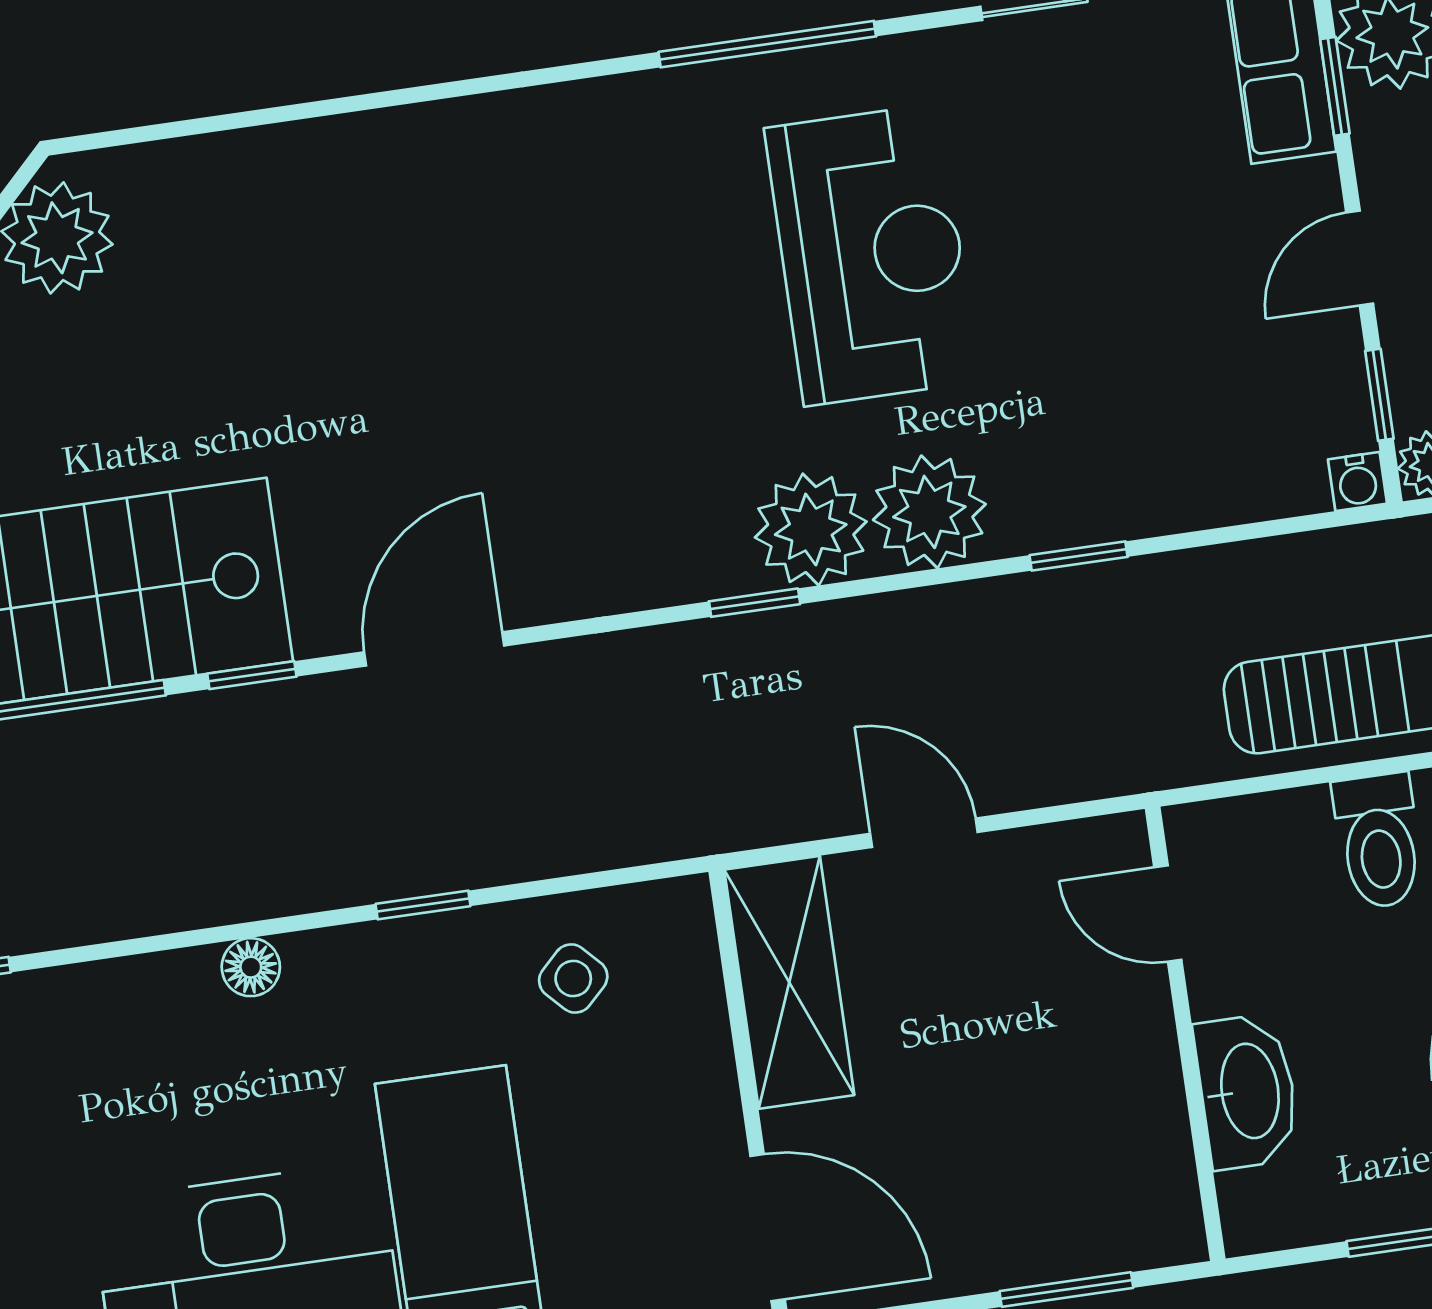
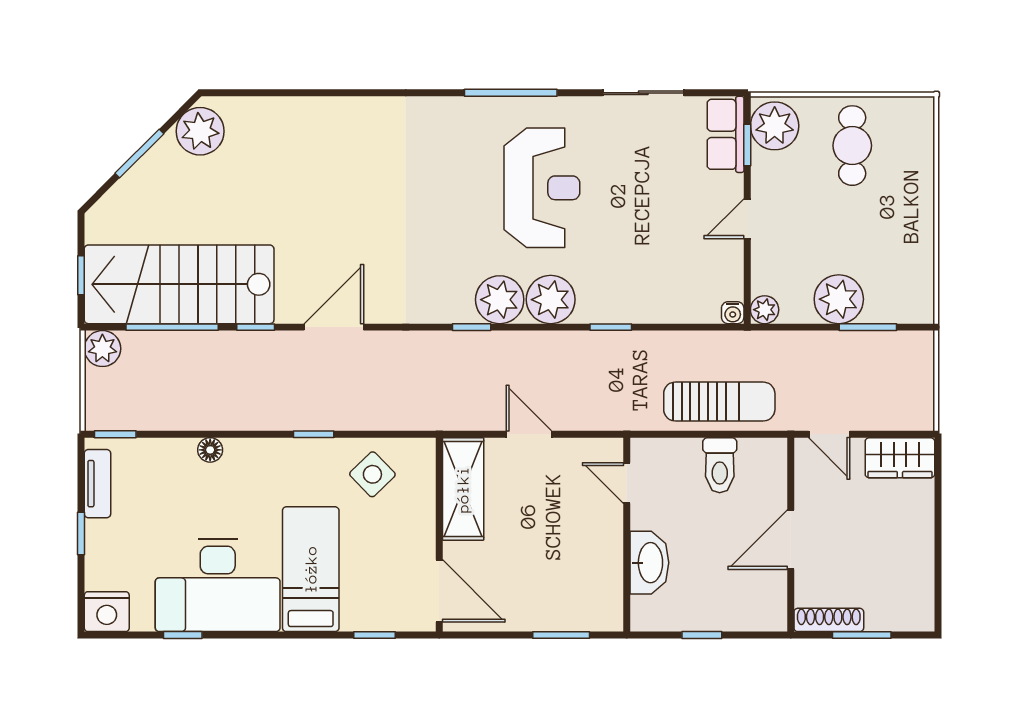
window: (1379, 395) -> (747, 278), removed
floor lamp: (251, 967) -> (210, 450), moved
side table: (573, 979) -> (372, 474), width x1.37, depth x1.37

